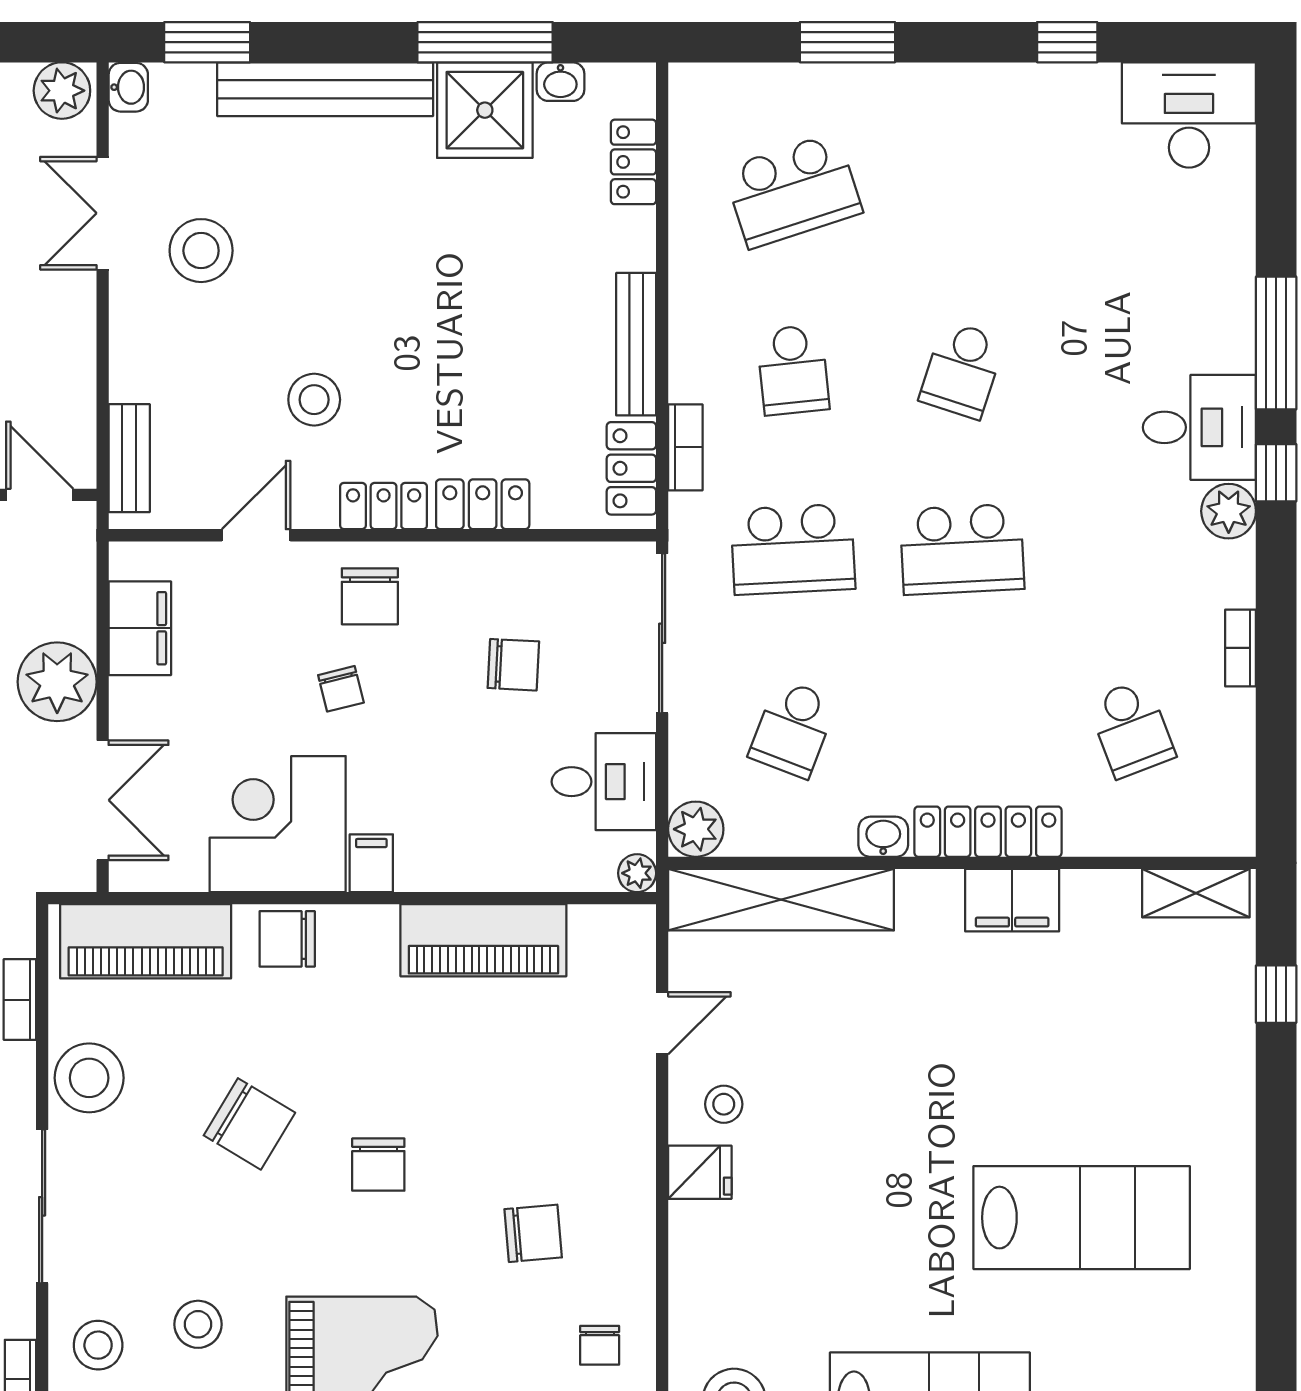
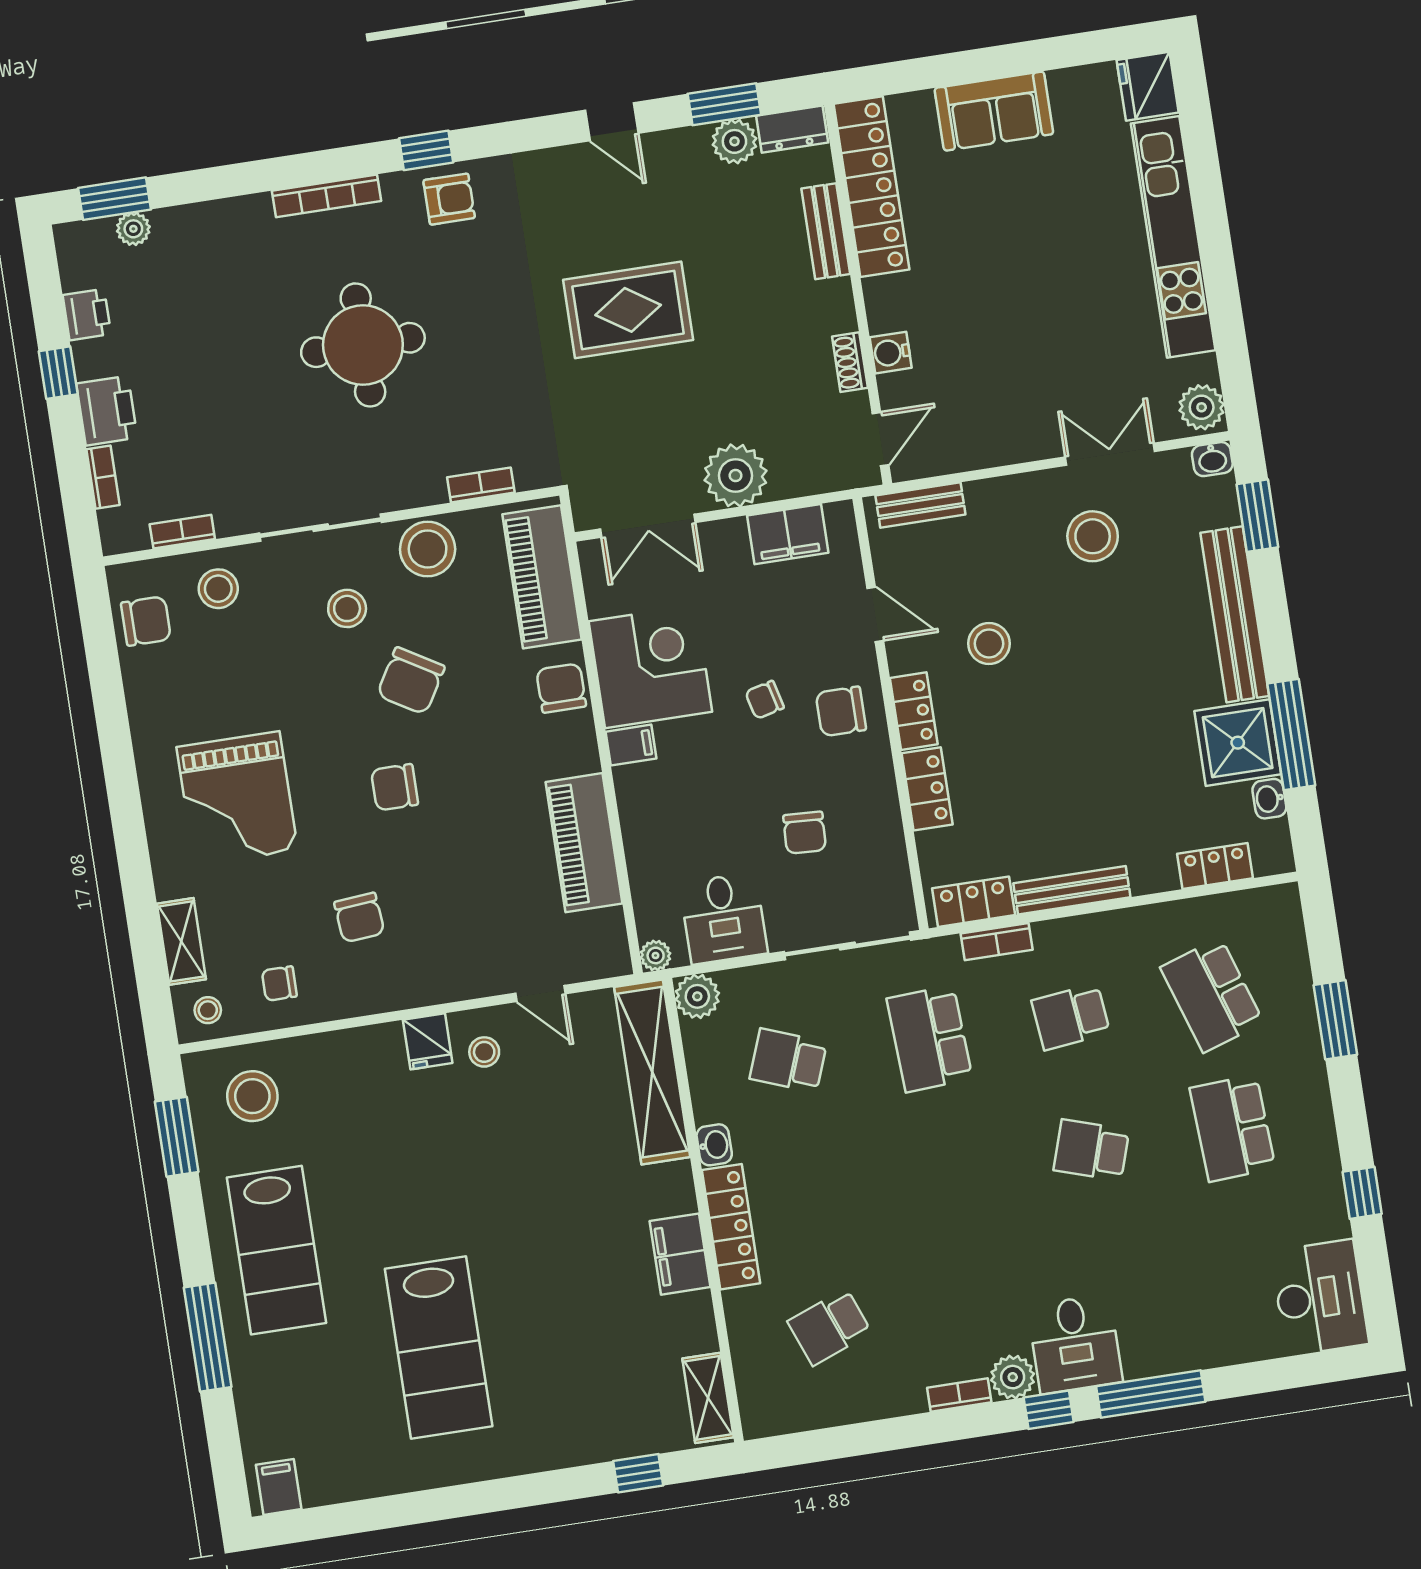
school desk: (962, 549) -> (1233, 1128), moved
bookcase: (1241, 648) -> (959, 1395), moved
stool: (198, 1324) -> (347, 608), moved

